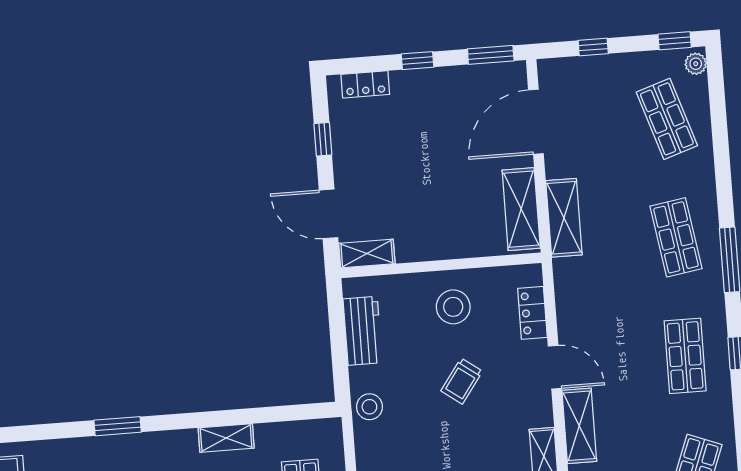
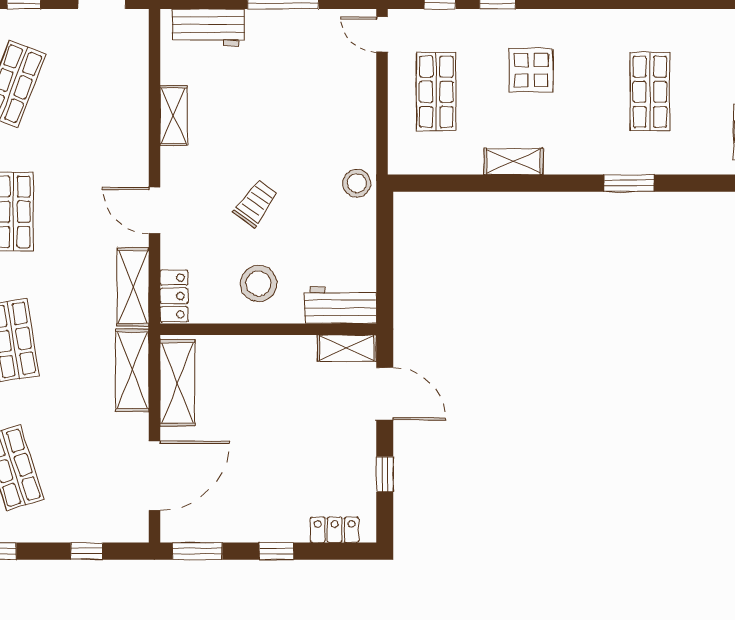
locker: (532, 313) -> (174, 296), moved
workbench: (363, 331) -> (341, 305), moved, turned 90
shelving: (579, 426) -> (133, 287), moved

